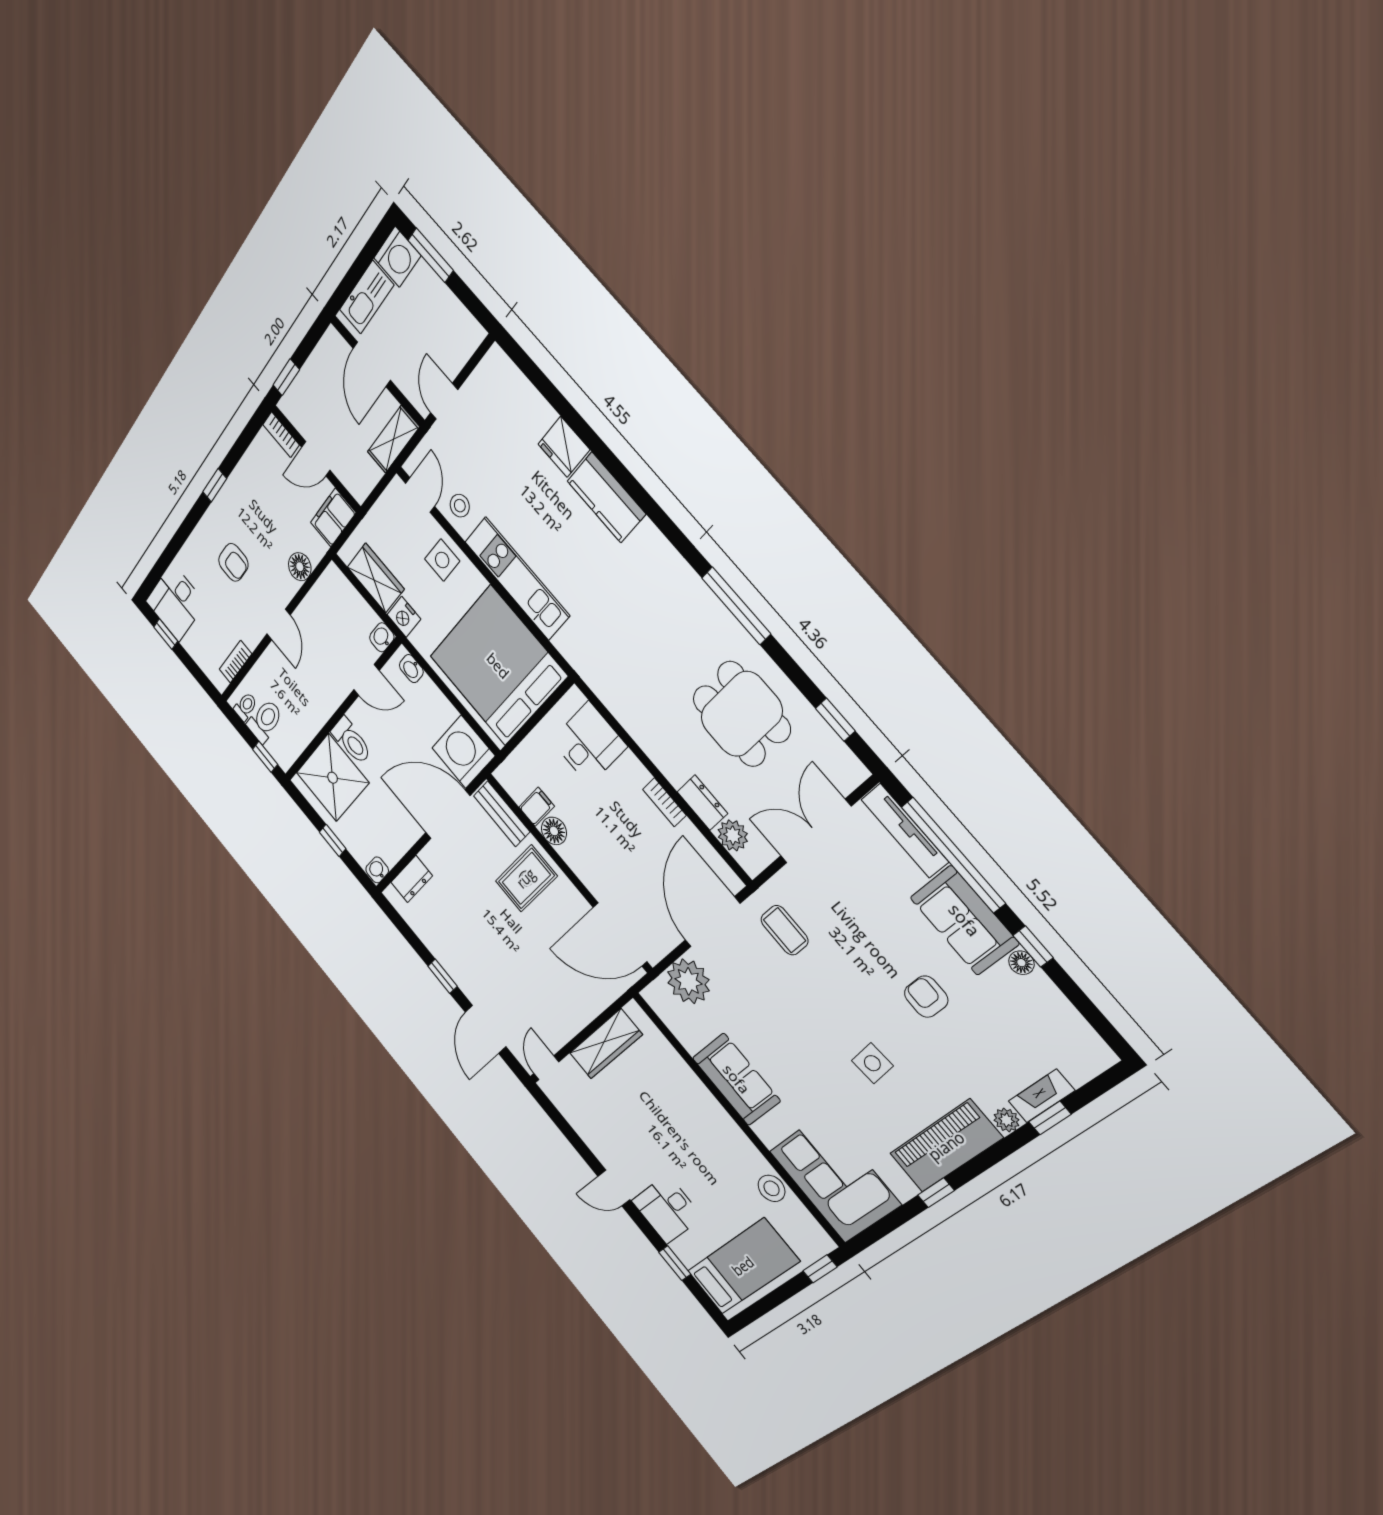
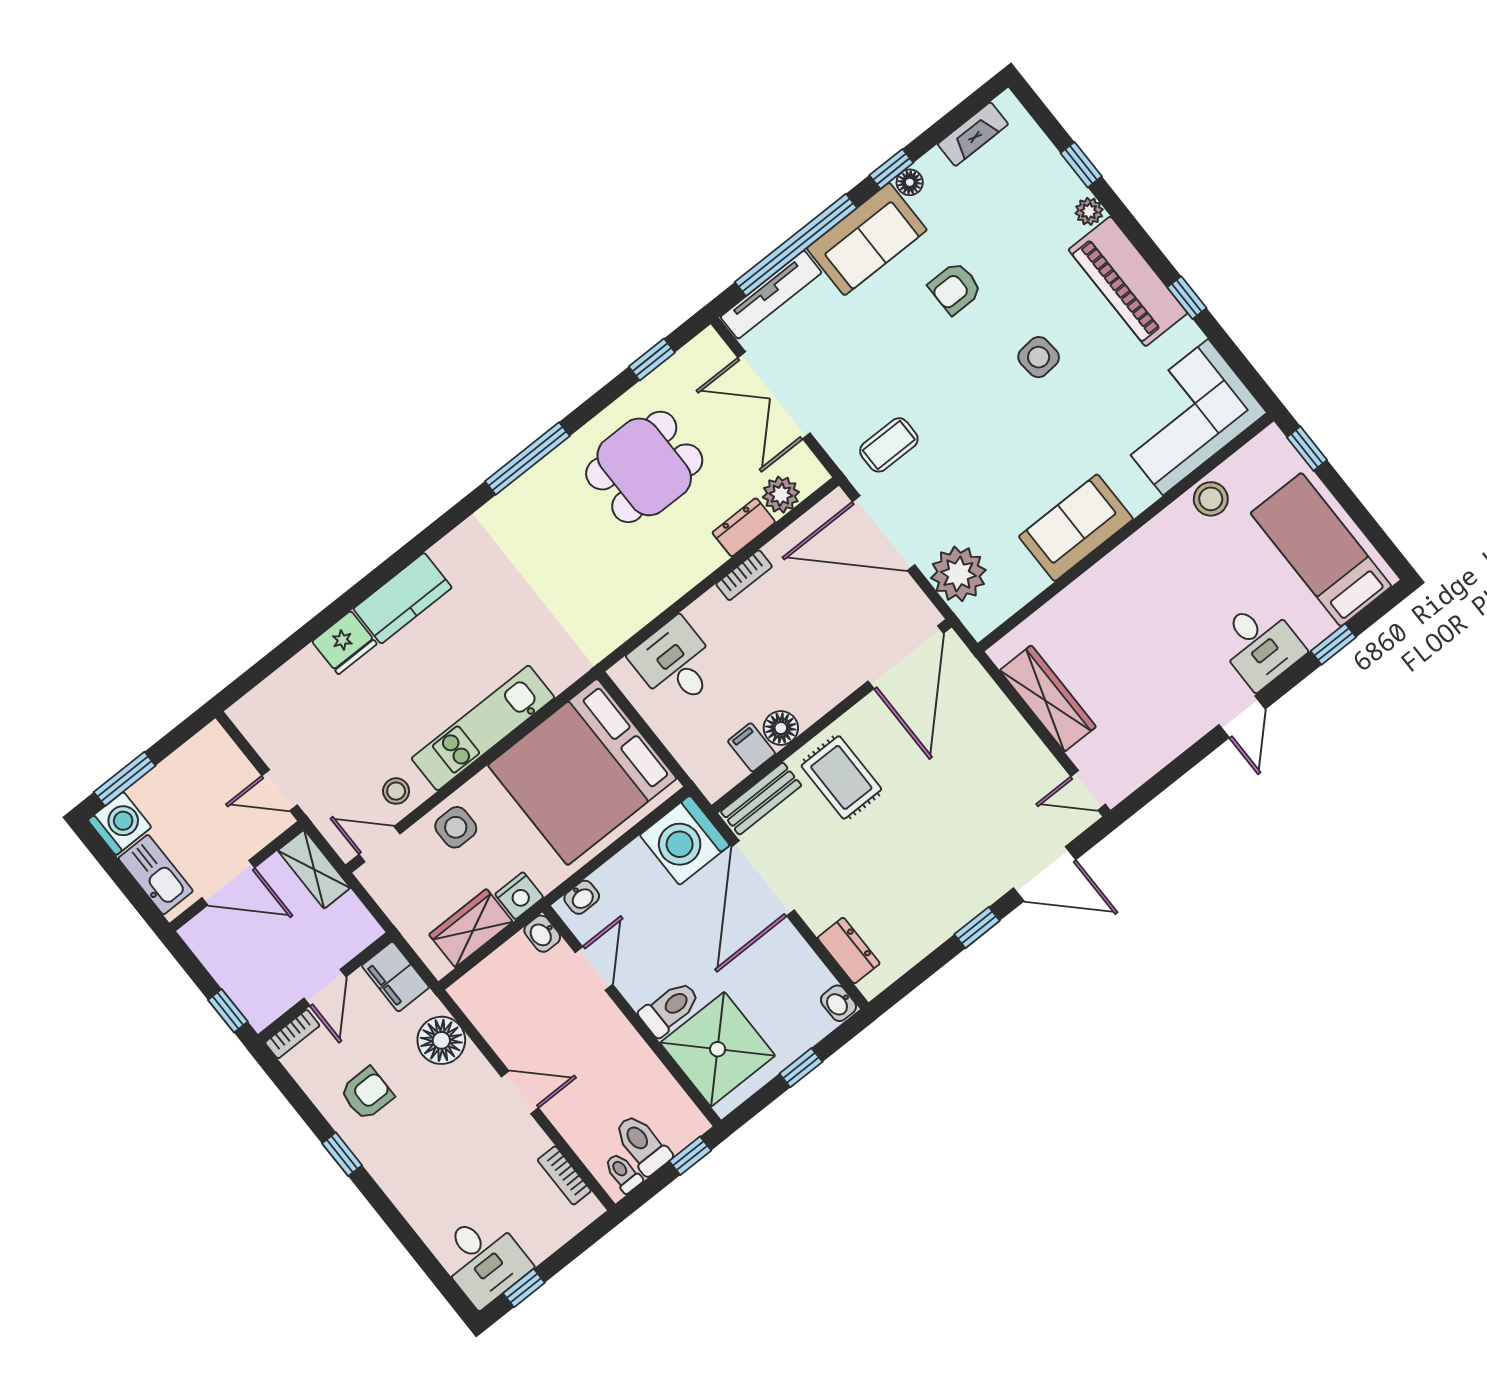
armchair: (233, 562) -> (367, 1094), moved
floor lamp: (300, 567) -> (441, 1040), width x1.38, depth x1.38
fireplace: (1041, 1096) -> (973, 134), moved, turned -90

